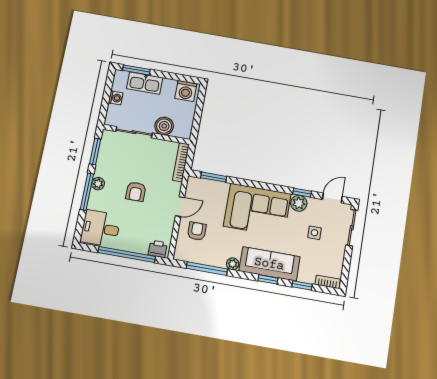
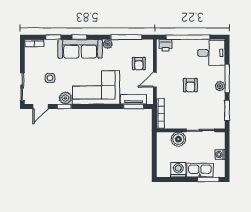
washing machine: (186, 91) -> (178, 170), moved
tv unit: (212, 186) -> (134, 99), added
armchair: (136, 192) -> (190, 85), turned 180

